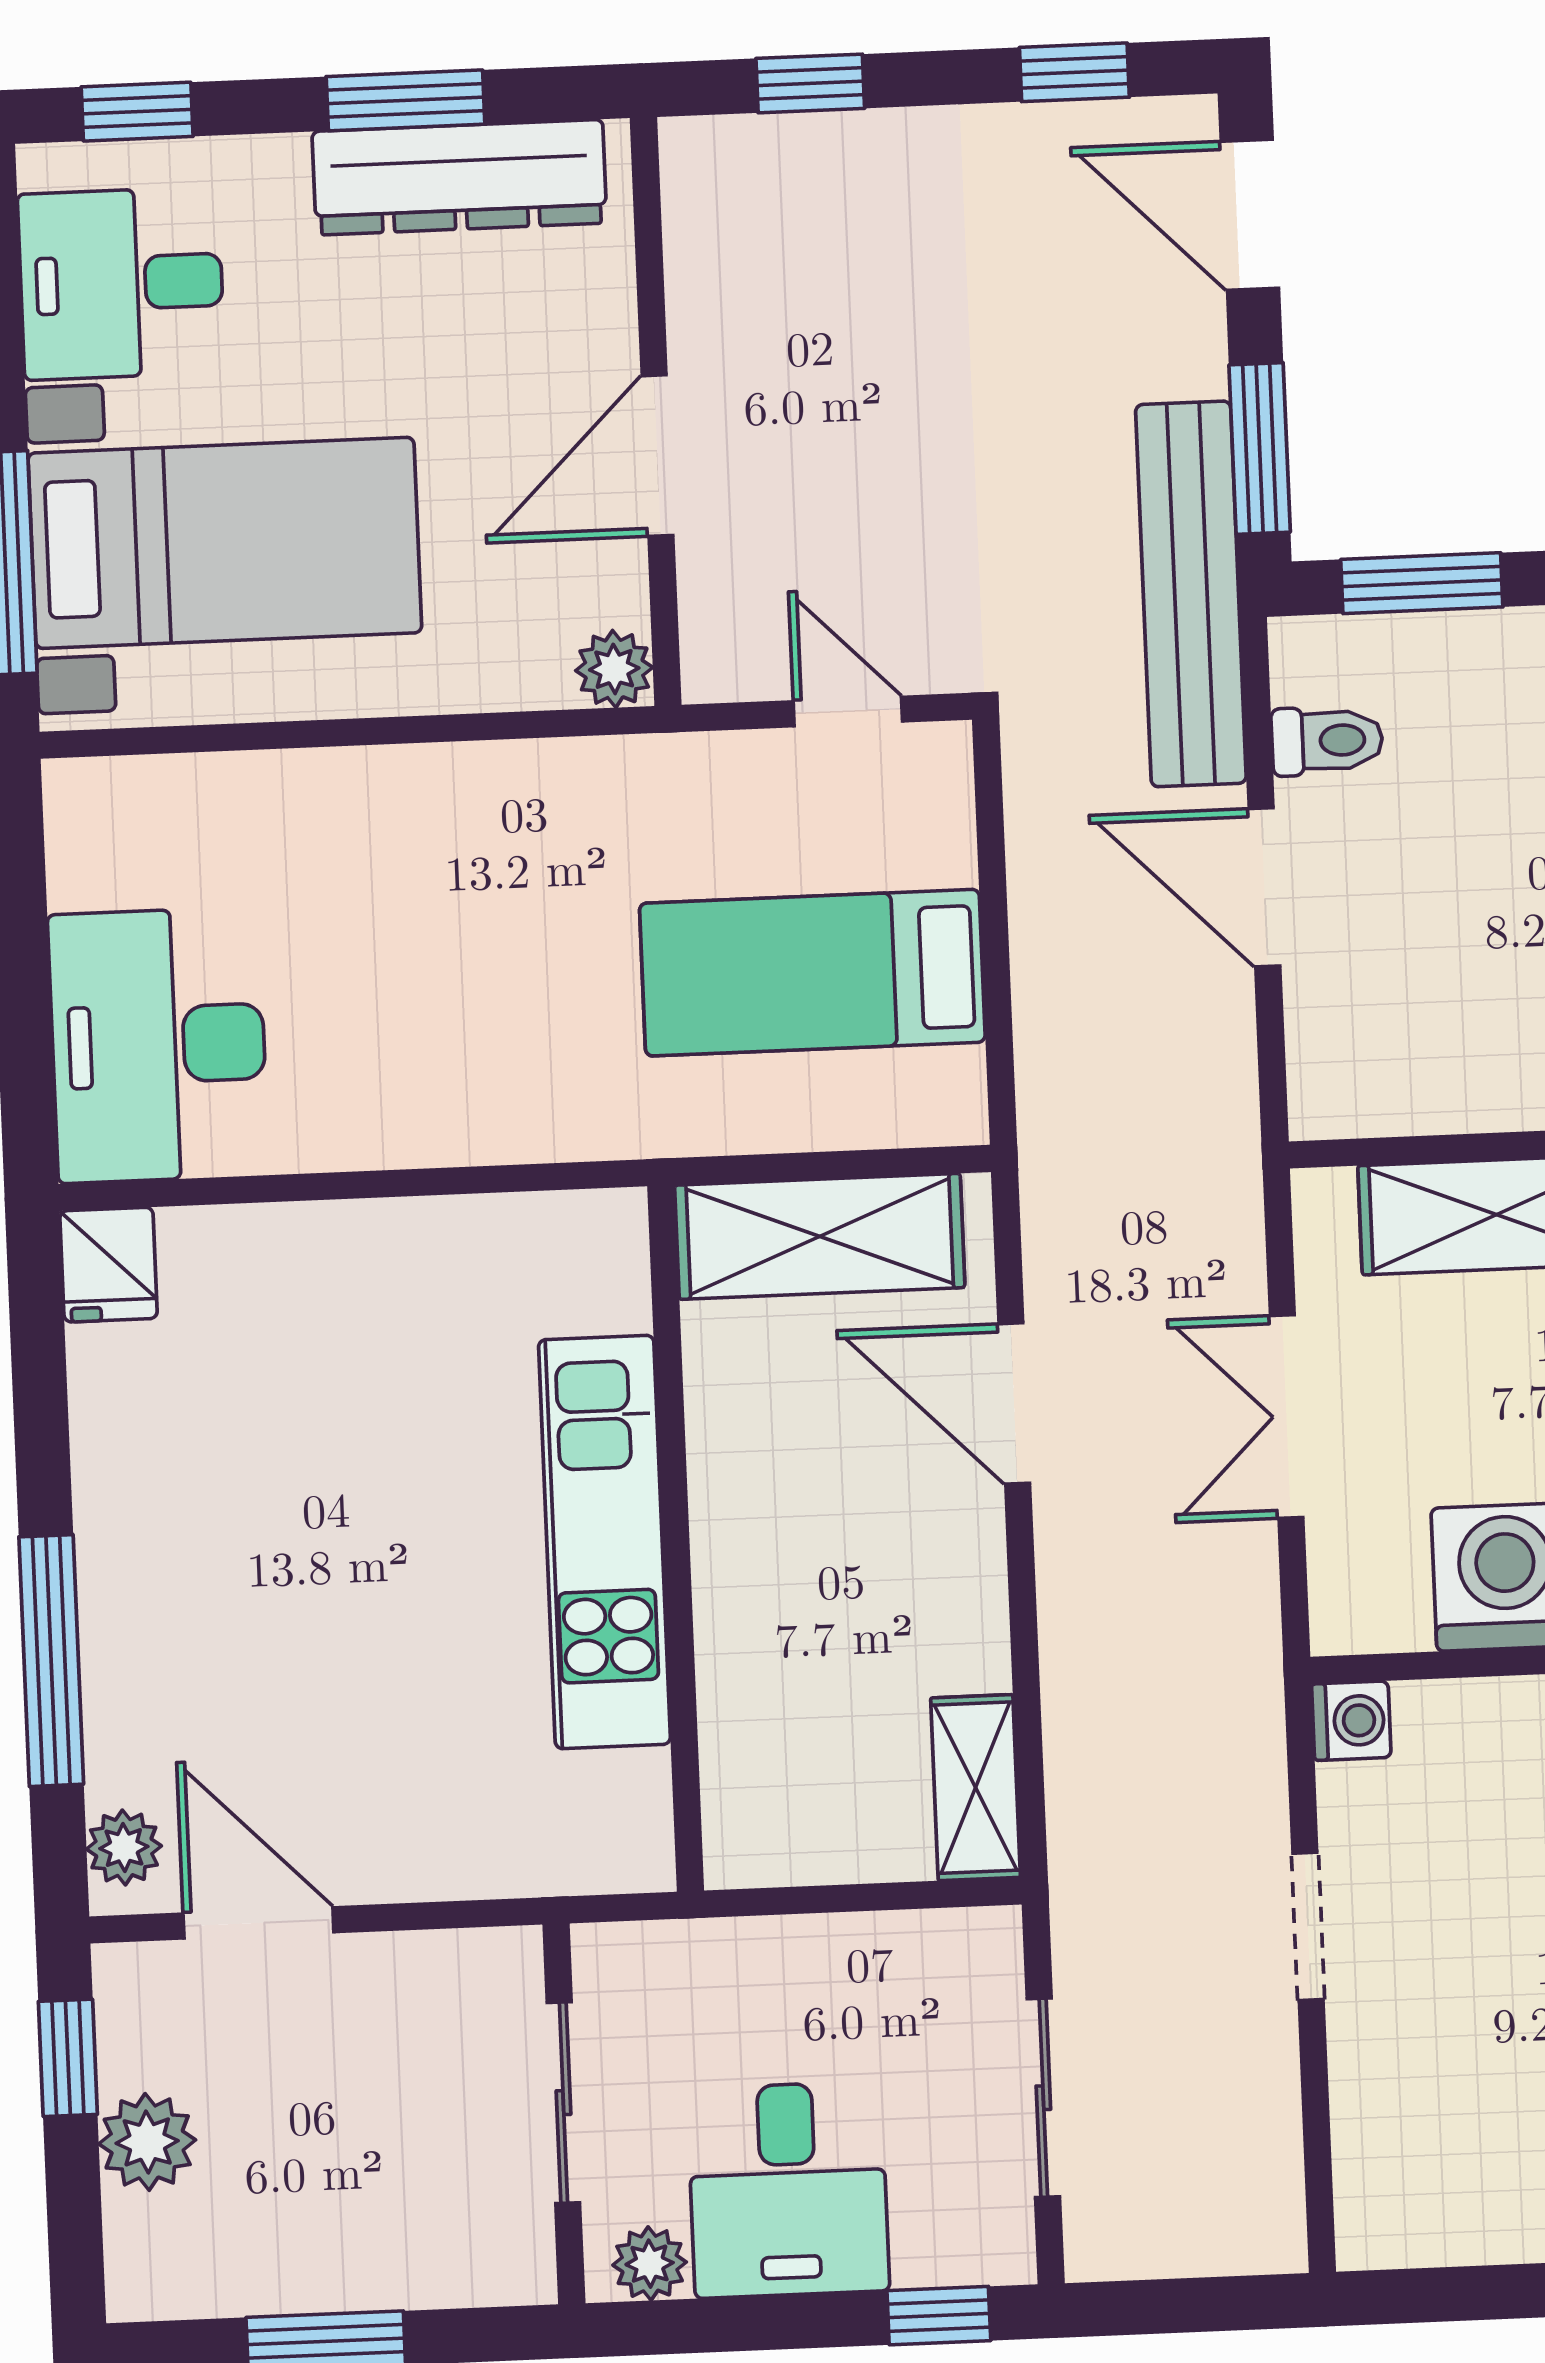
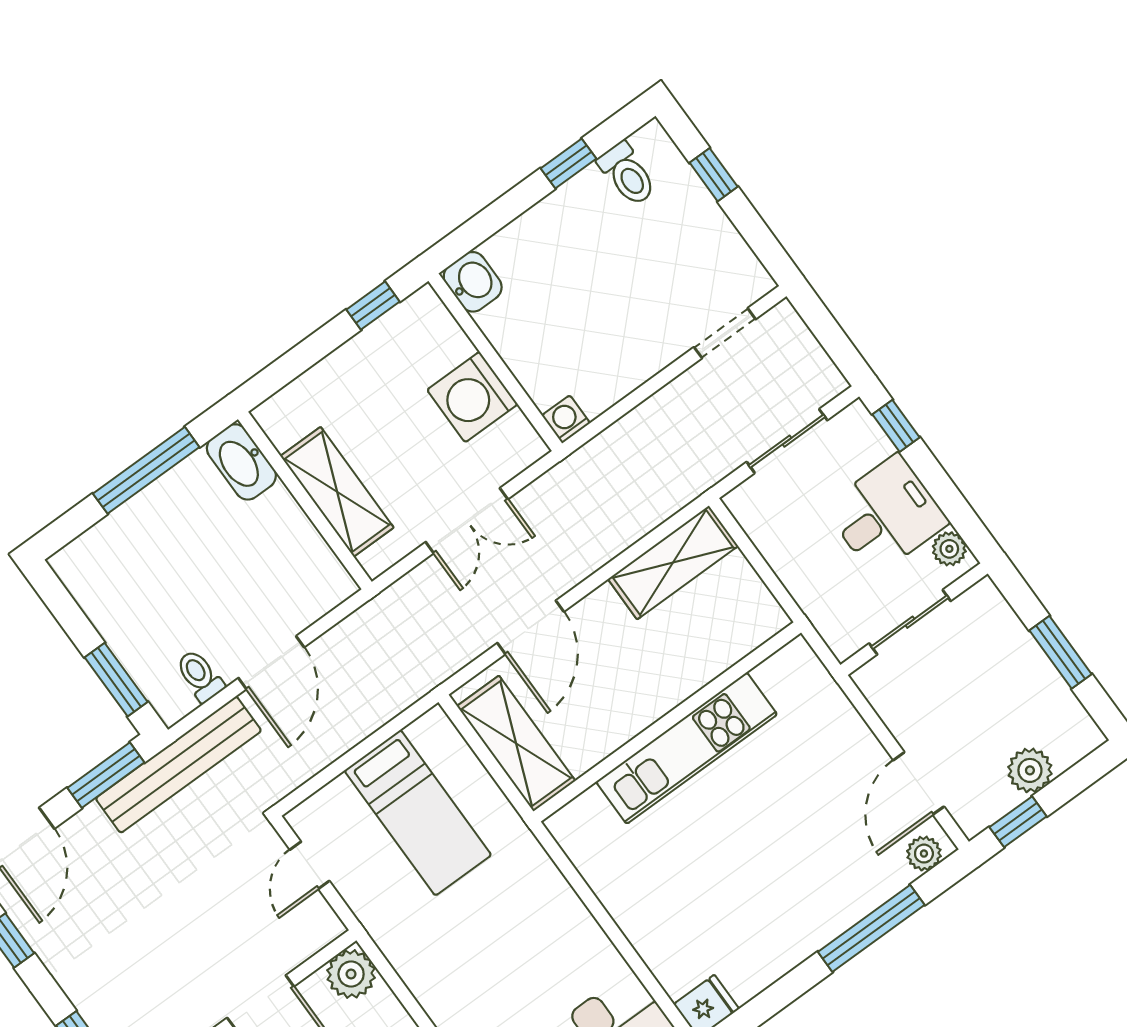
plant: (614, 669) -> (351, 974), width x1.38, depth x1.38
shelving: (976, 1788) -> (673, 562), width x1.50, depth x1.33
doorway: (1308, 1926) -> (725, 333), moved

